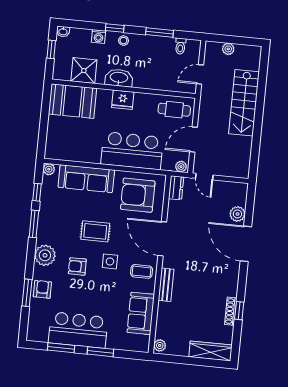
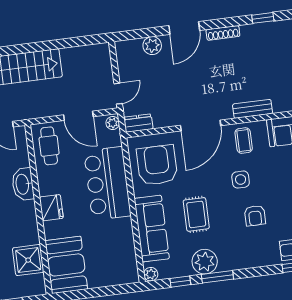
washbasin: (119, 78) -> (23, 184), moved
armchair: (138, 195) -> (157, 165), turned 180
rug: (95, 231) -> (196, 214), moved
door: (246, 244) -> (184, 28), width x0.73
plant: (45, 255) -> (205, 262), moved
shoe rack: (231, 311) -> (223, 33), moved

